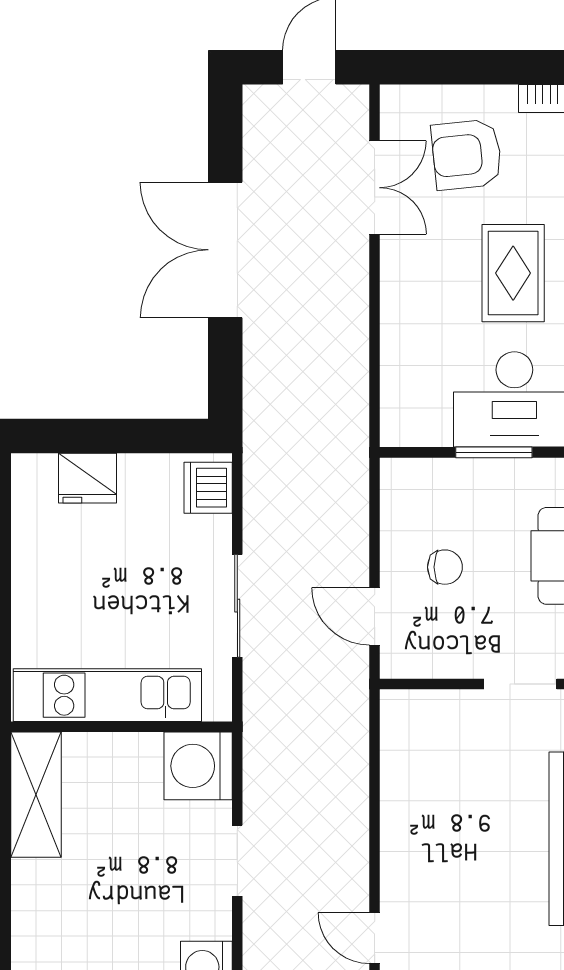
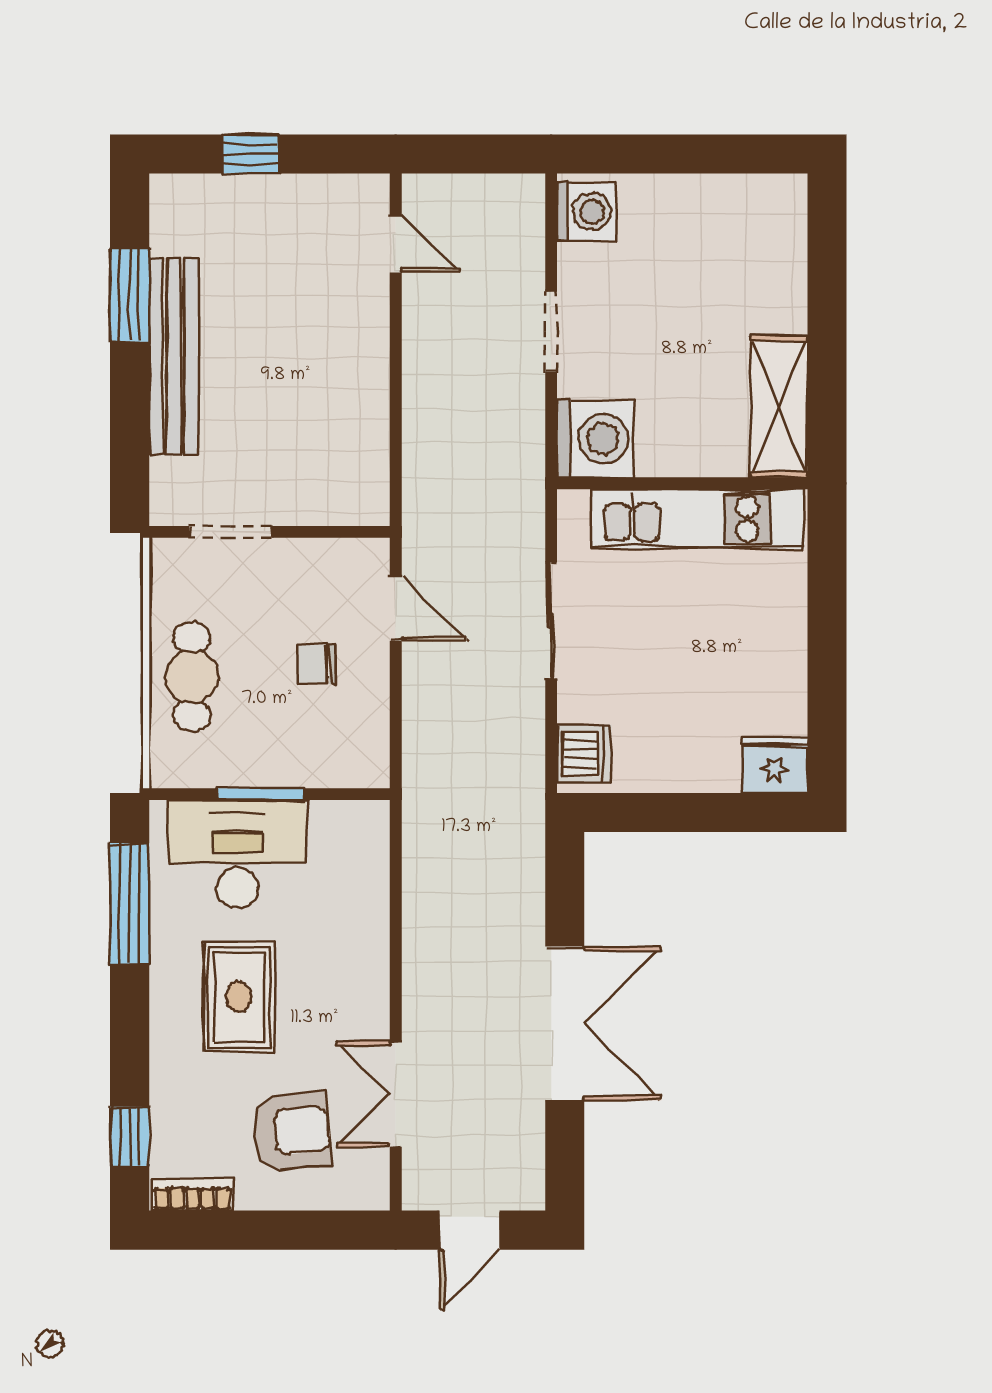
fridge: (87, 478) -> (775, 765), moved

